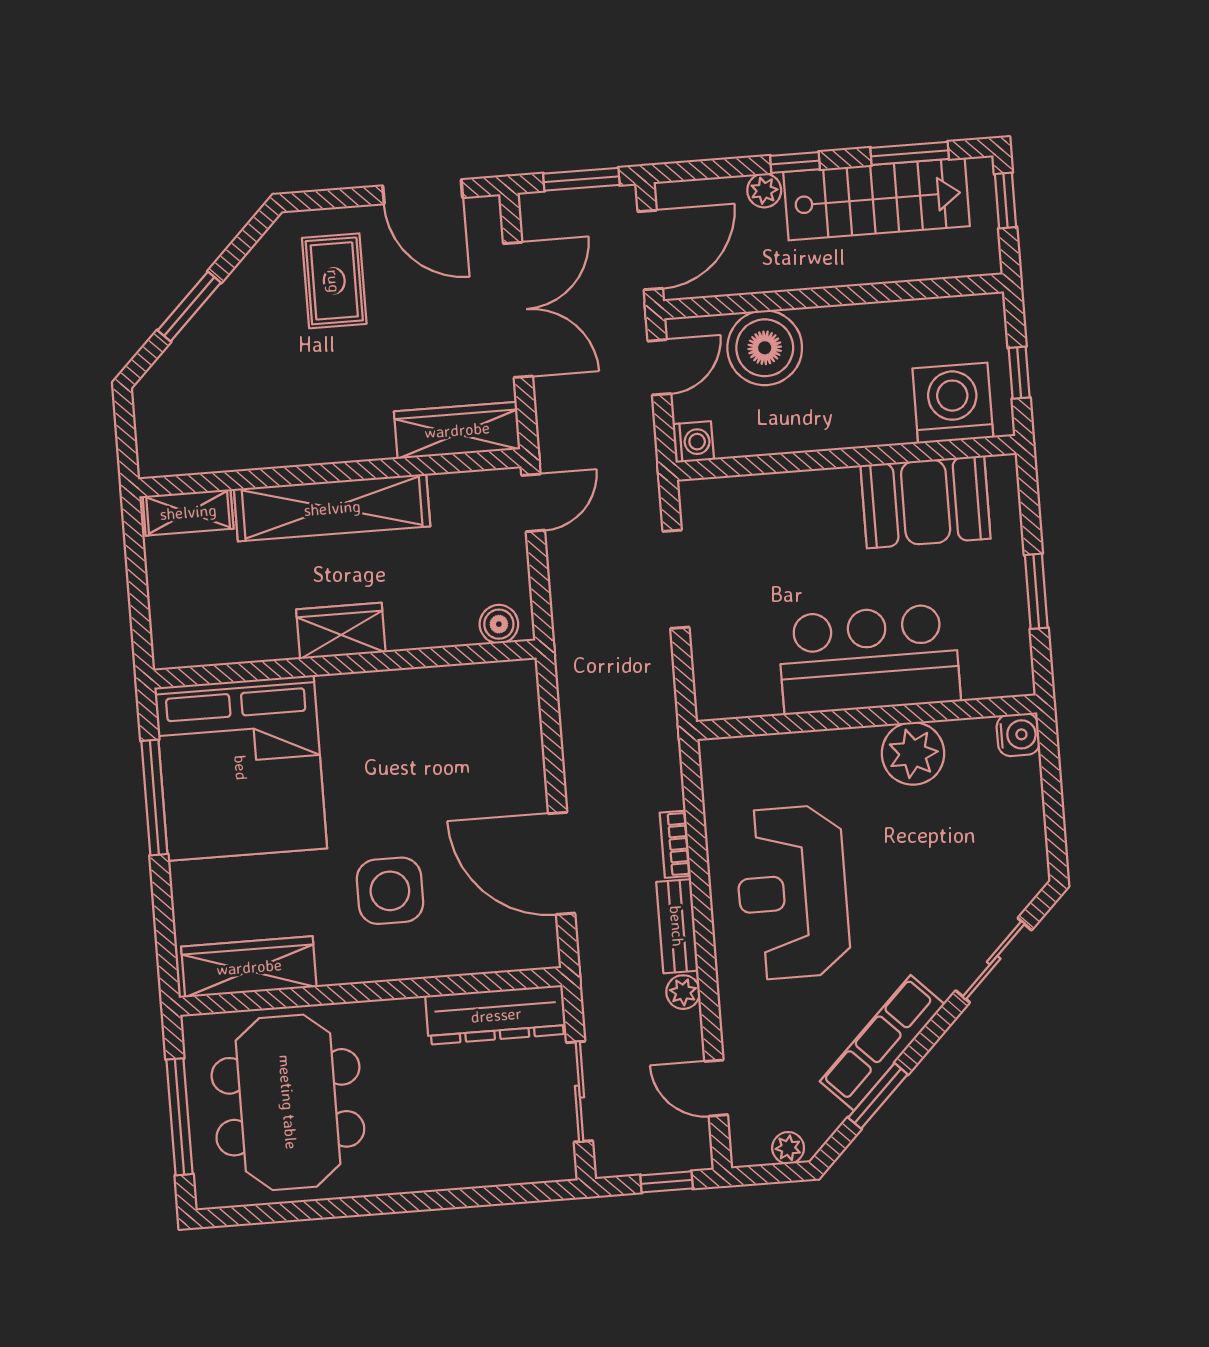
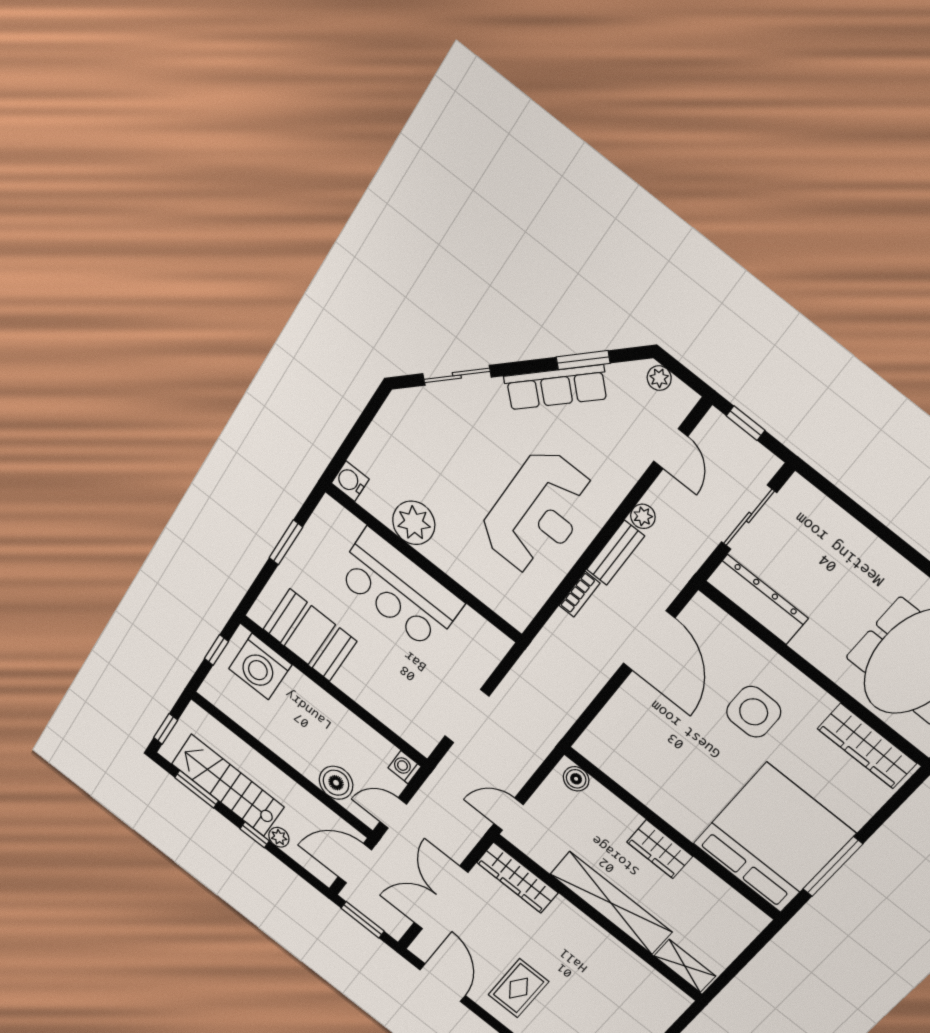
boiler: (765, 348) -> (336, 783), width x0.73, depth x0.73

